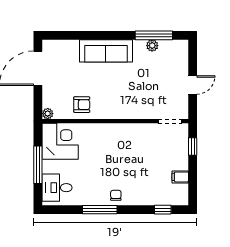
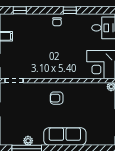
armchair: (82, 105) -> (57, 98), moved
window: (100, 210) -> (70, 10), width x0.46

